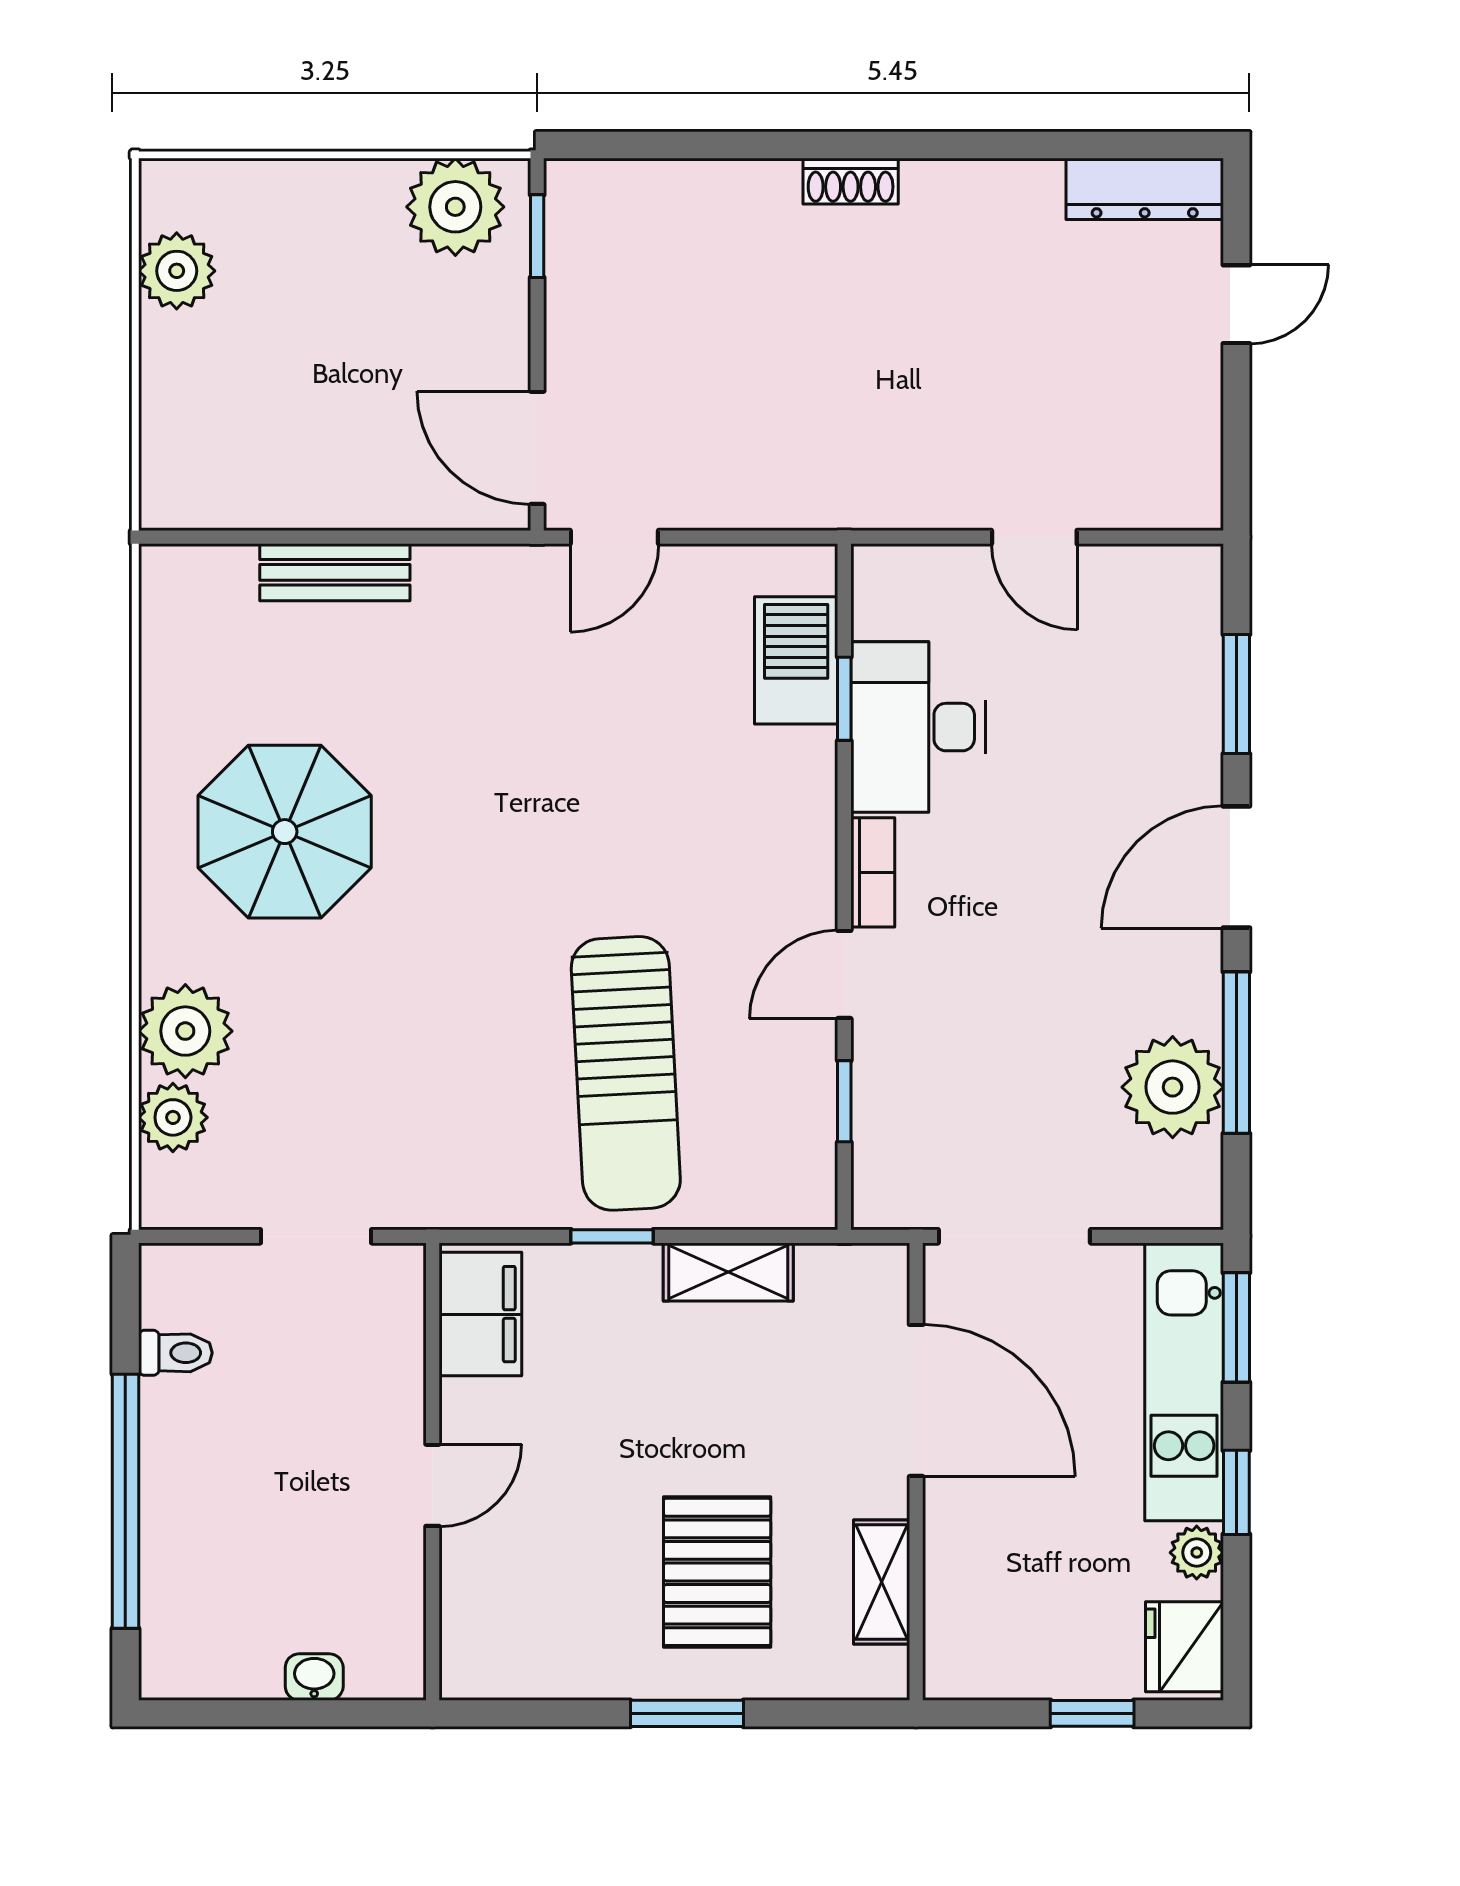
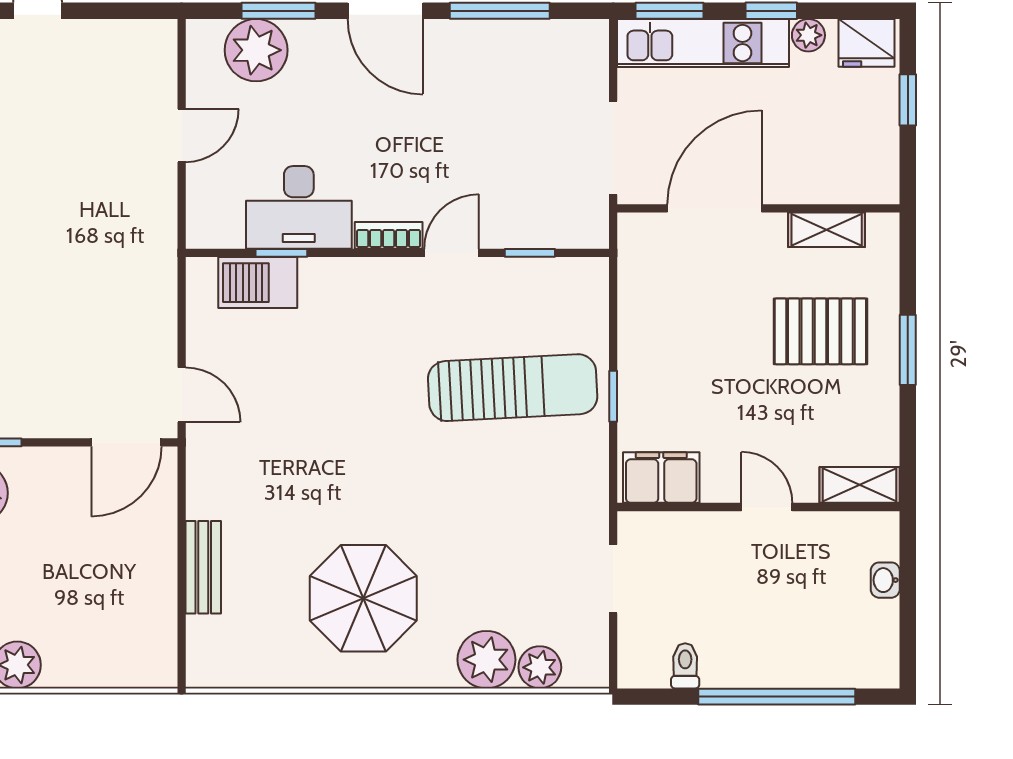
door: (844, 974) -> (452, 253), swing flipped
plant: (1173, 1087) -> (256, 50), moved
shelving: (728, 1272) -> (860, 485), moved, turned 90

